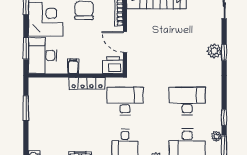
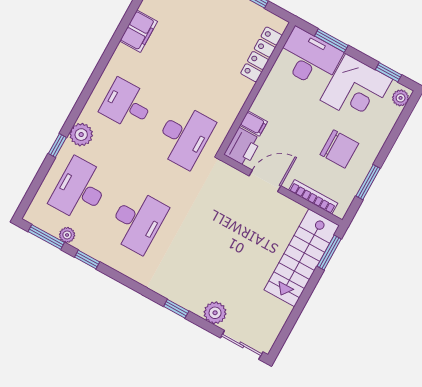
plant: (214, 51) -> (215, 313), moved
filing cabinet: (73, 66) -> (254, 124), moved
locker: (87, 83) -> (261, 54), moved

